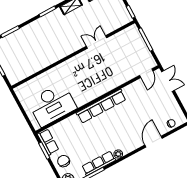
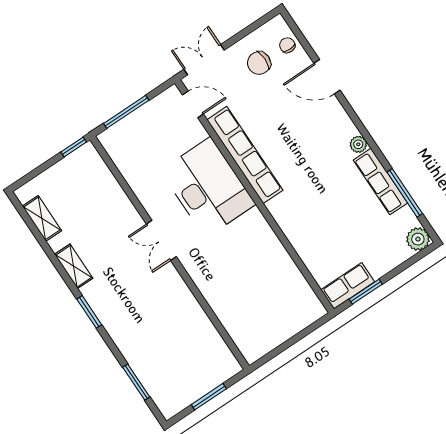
double door: (96, 42) -> (161, 240), moved
desk: (52, 105) -> (208, 187), moved
row of seats: (101, 106) -> (245, 155), moved
chair: (64, 161) -> (259, 63), moved

